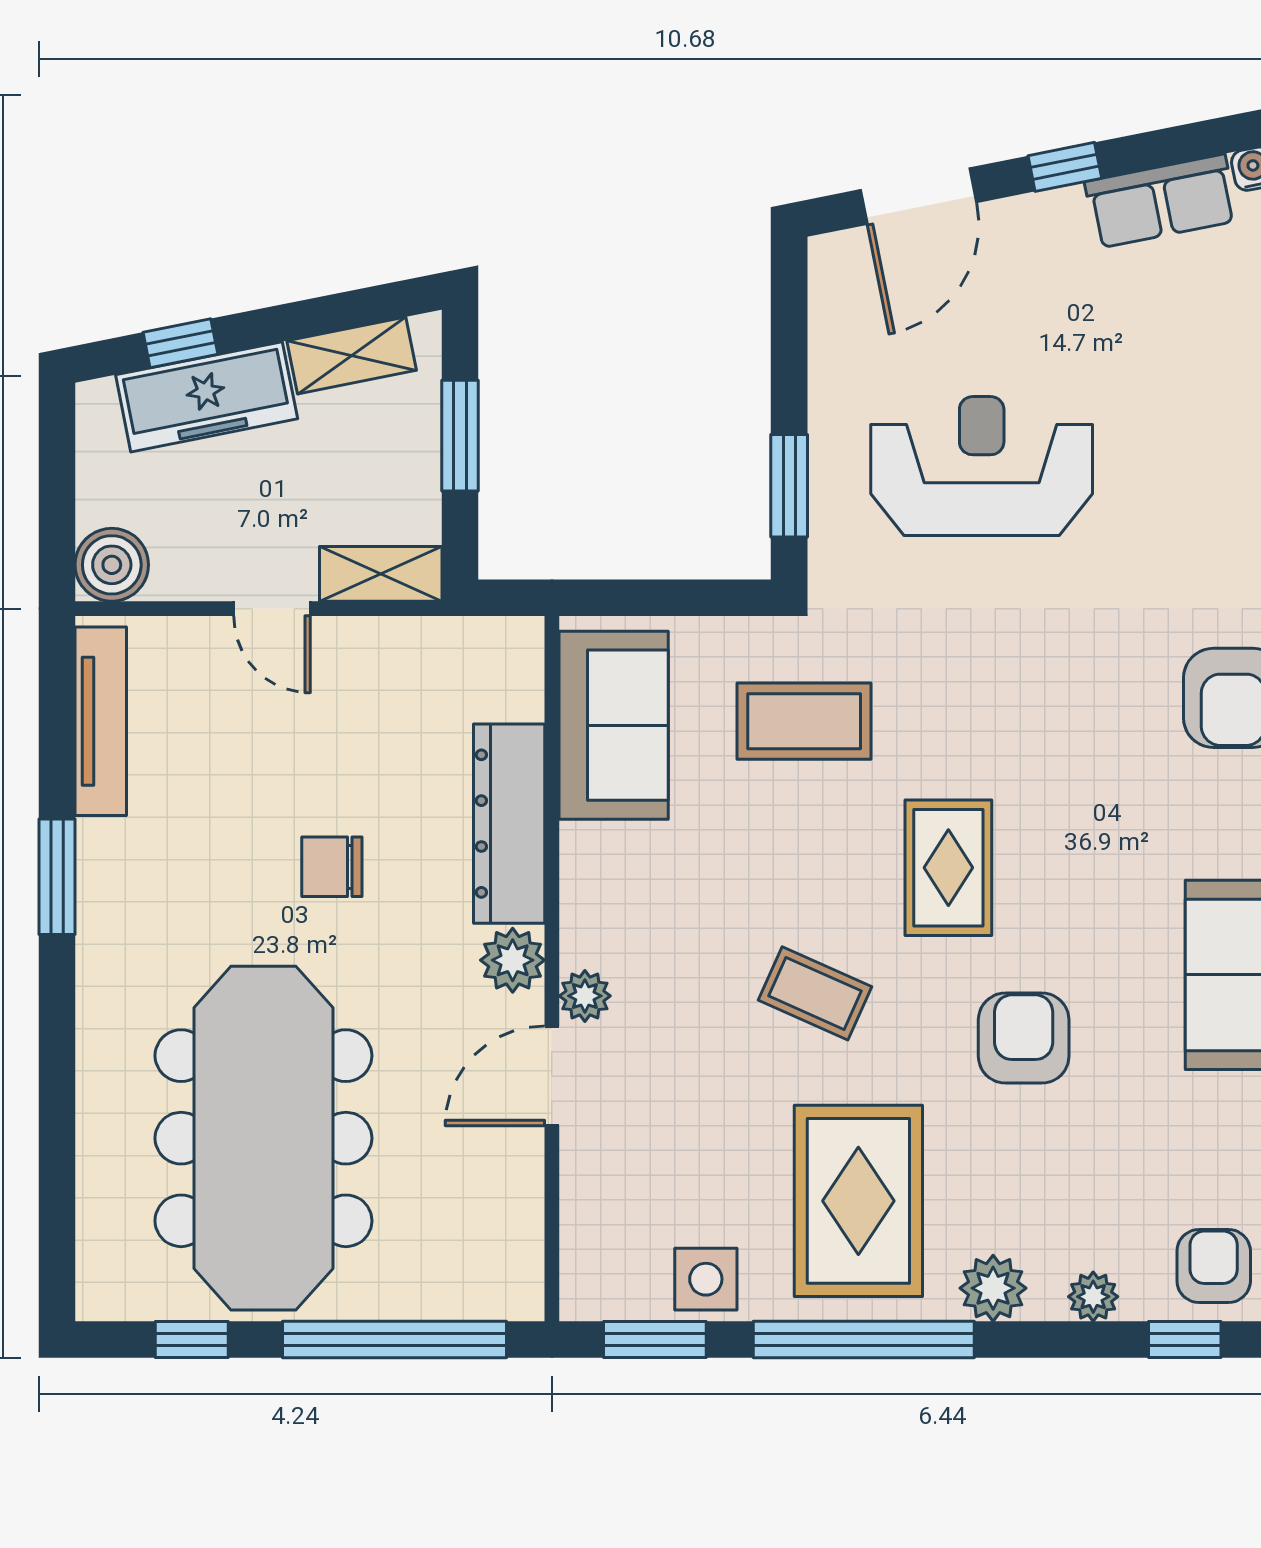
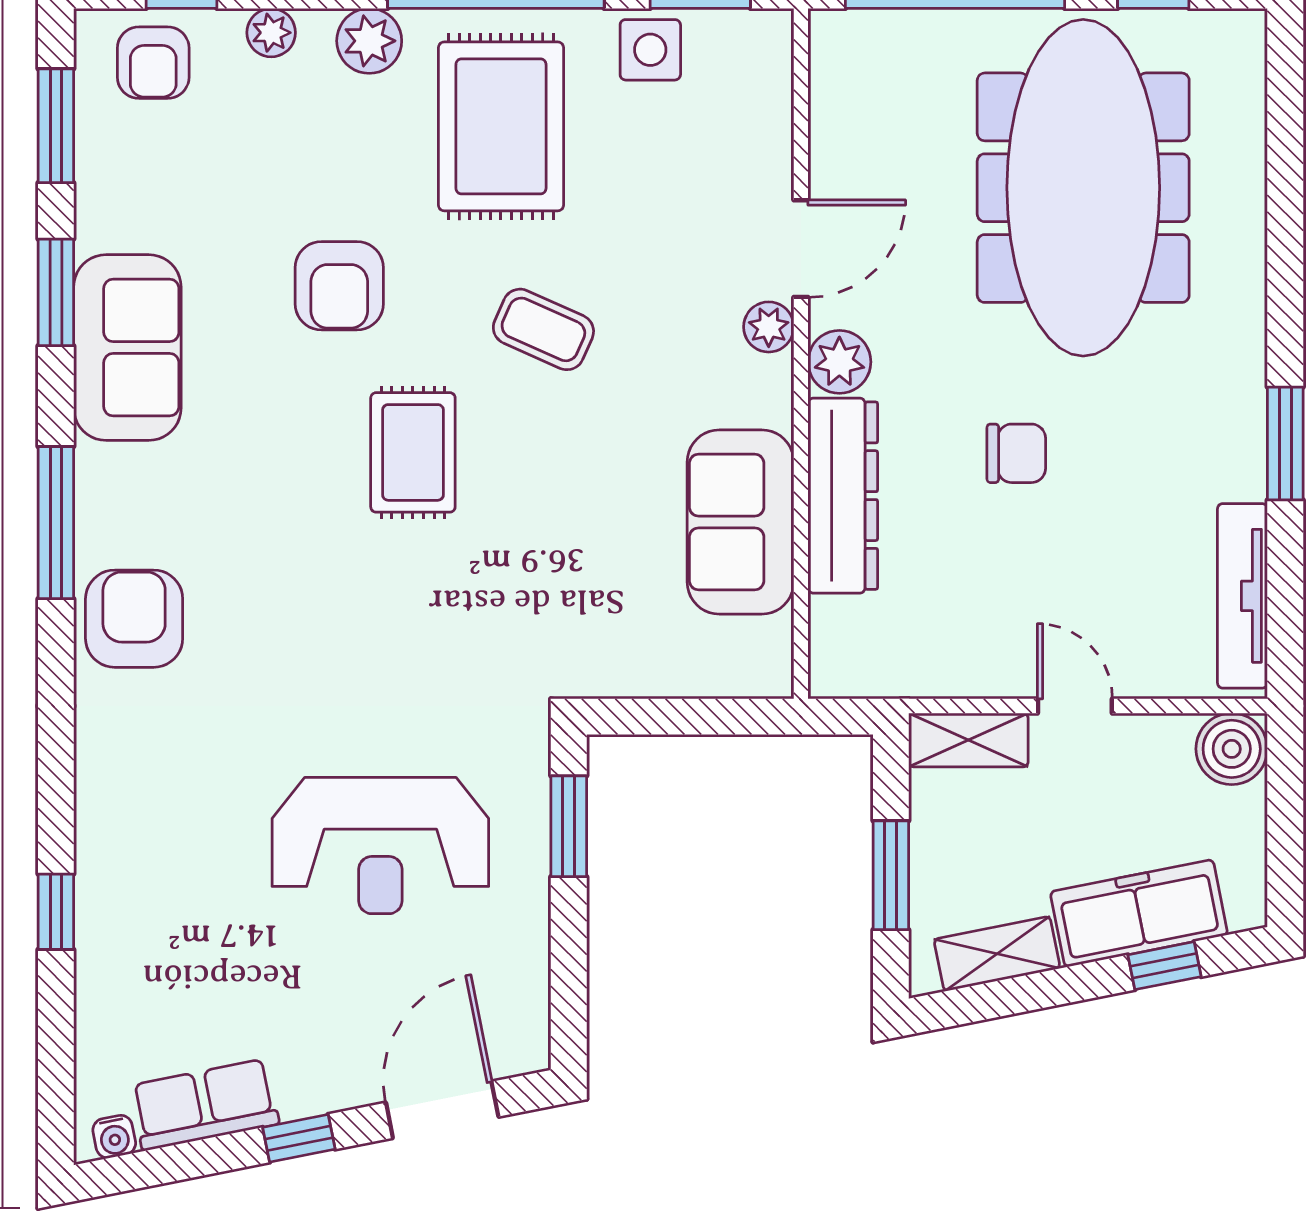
coffee table: (804, 721) -> (554, 596), removed
sofa: (614, 725) -> (741, 522), moved

